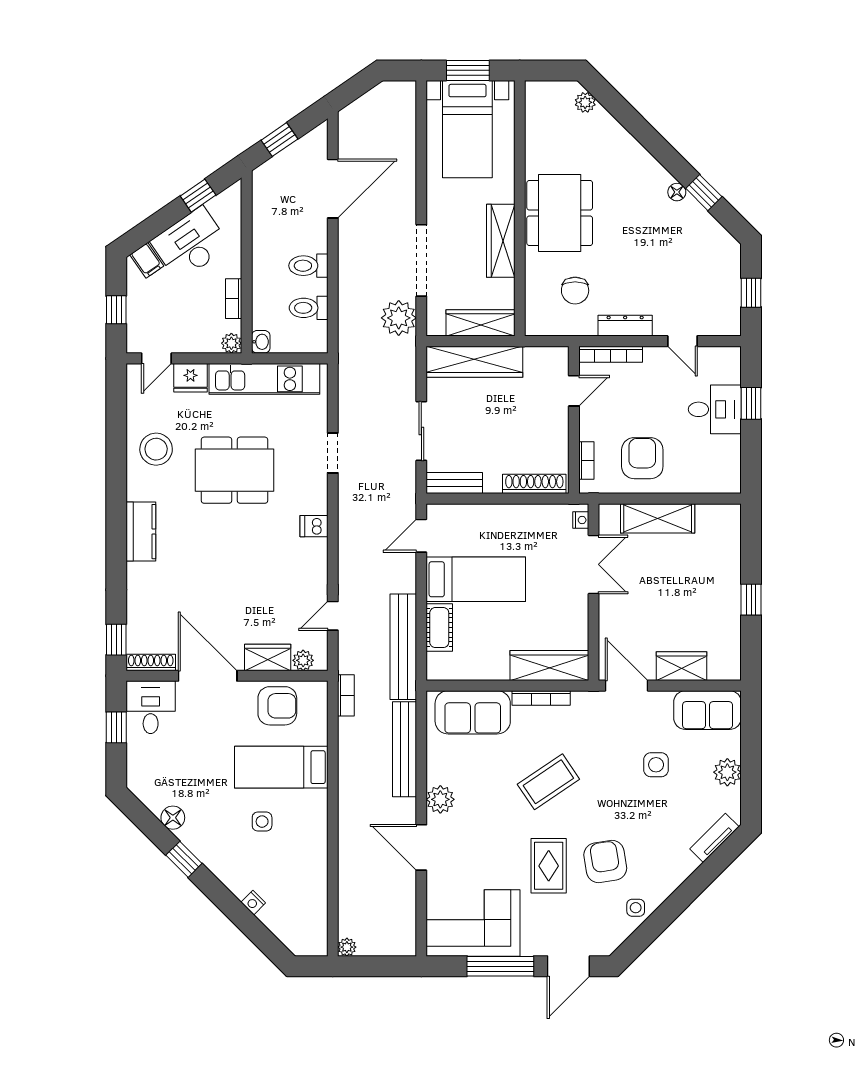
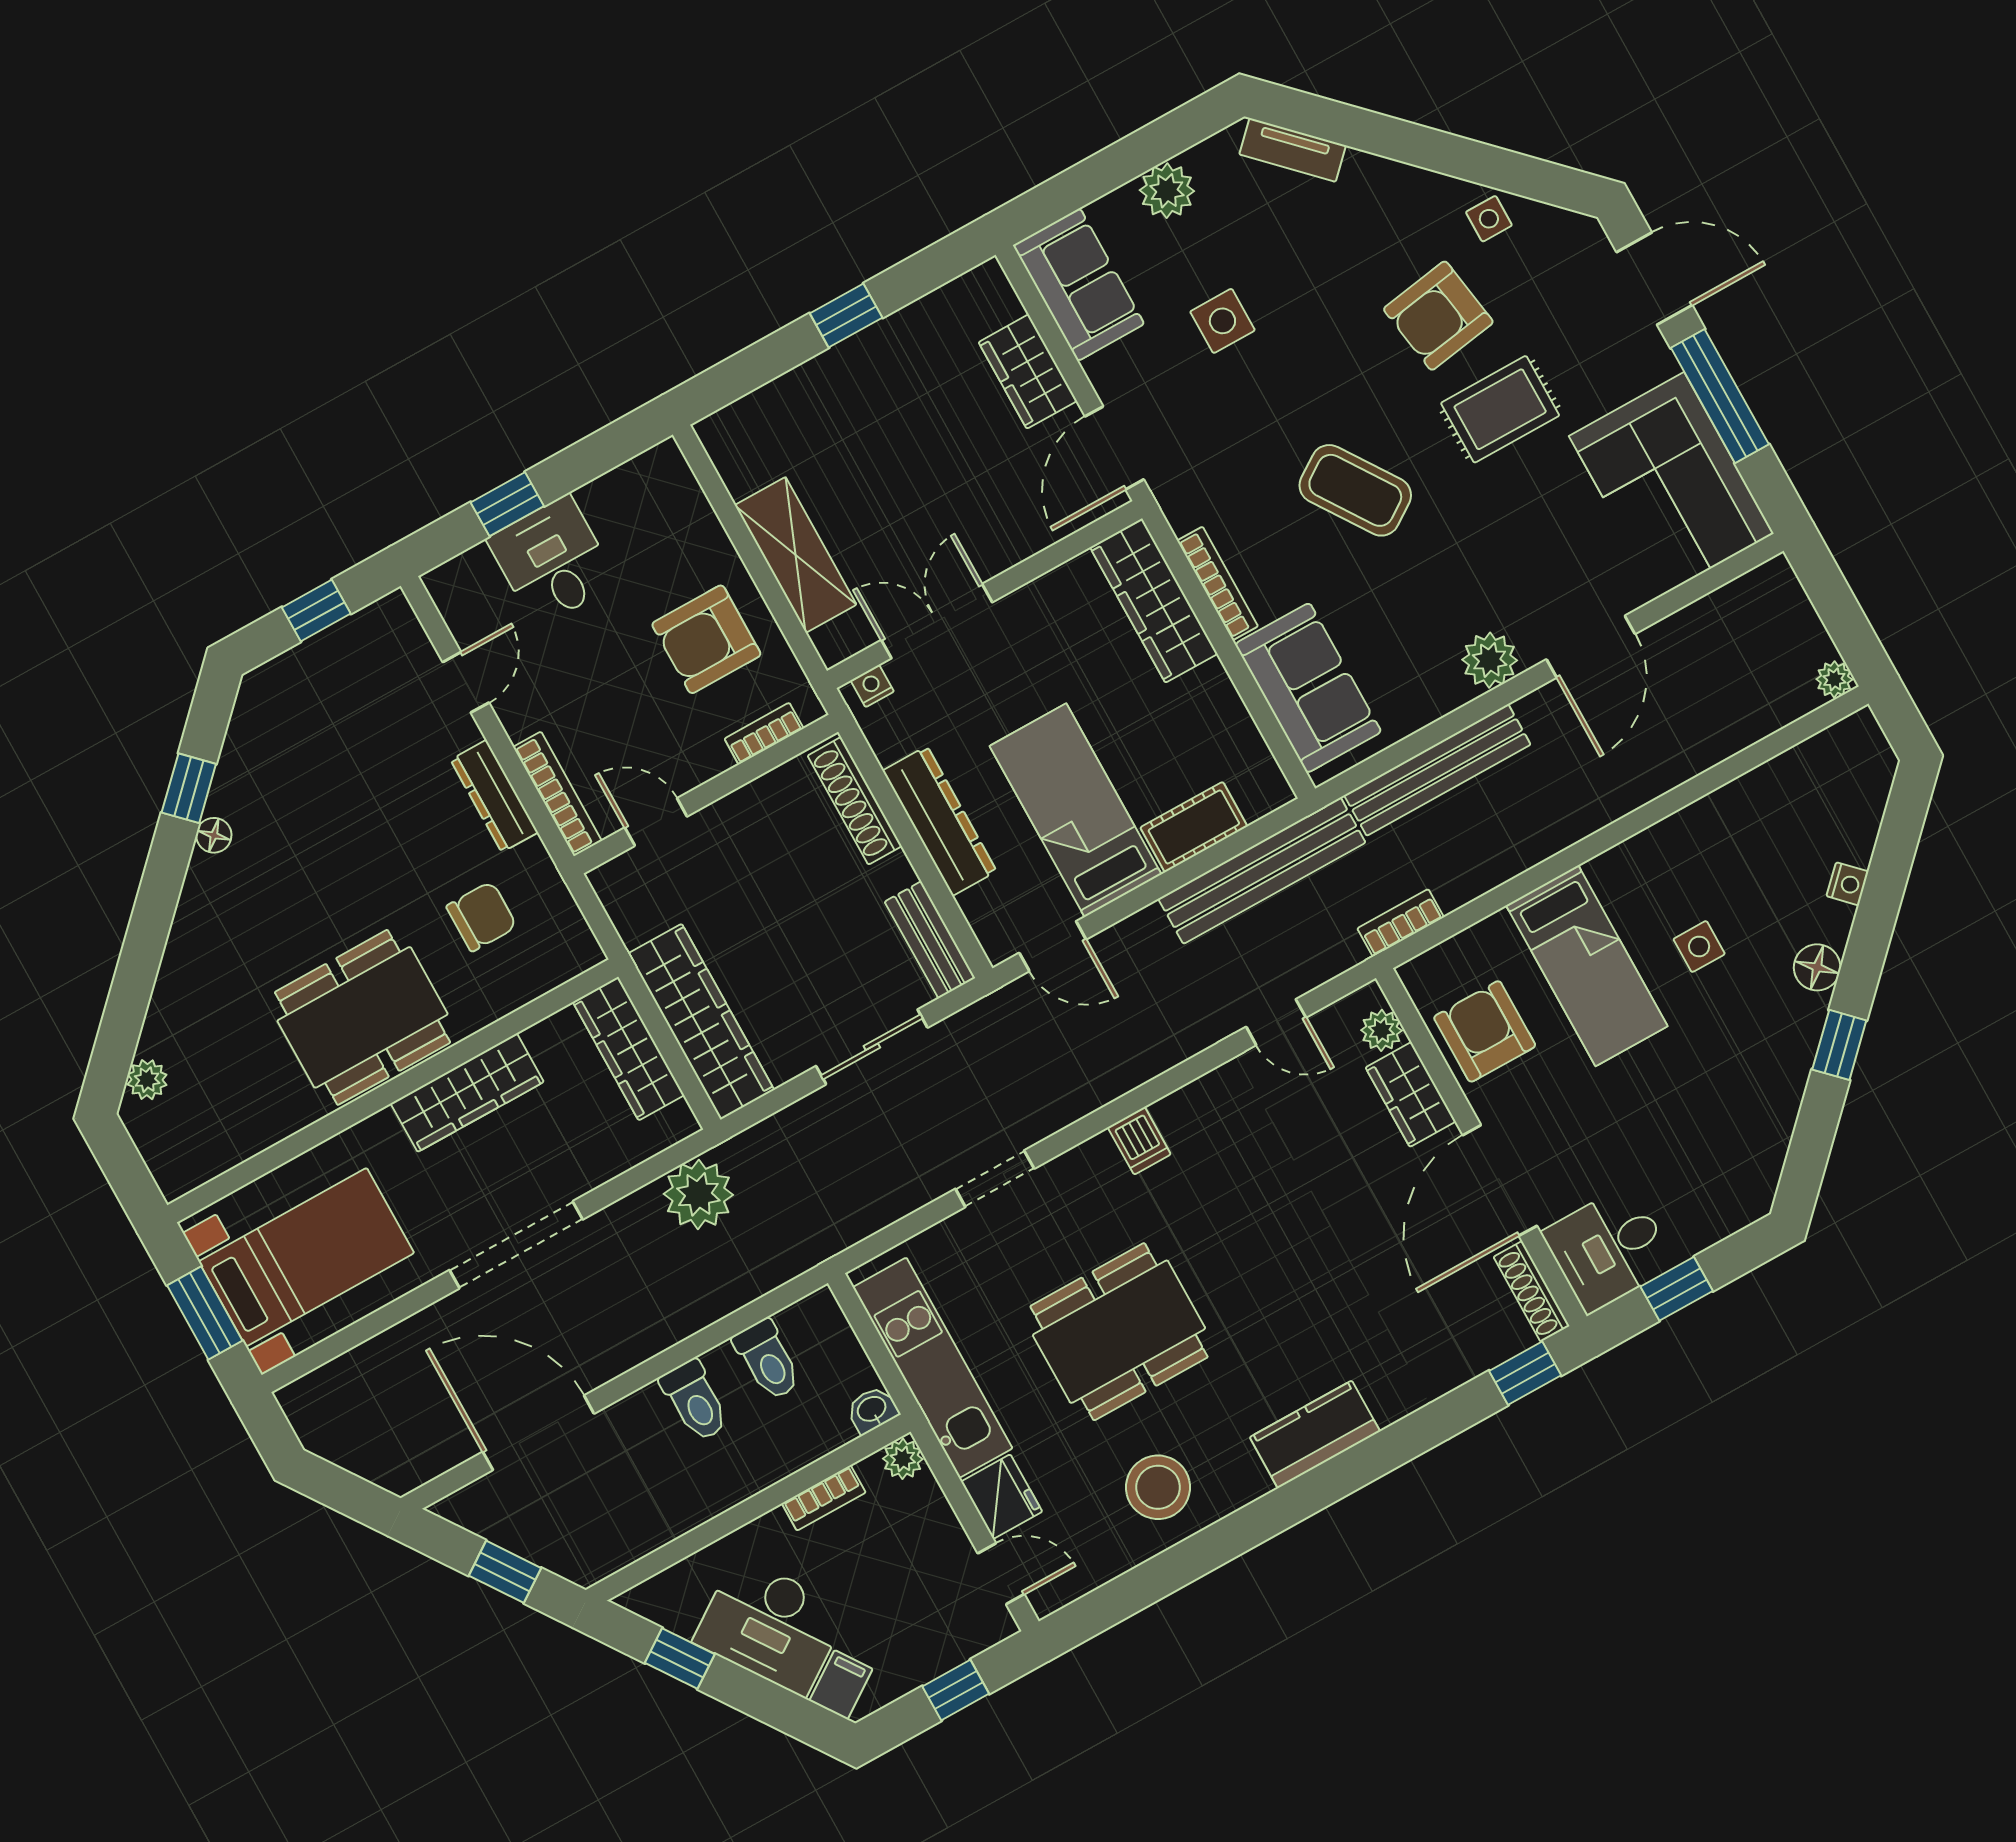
doorway: (421, 260) -> (516, 1245), moved
dining table: (235, 470) -> (1119, 1332), turned 90
dresser: (505, 517) -> (940, 821), added
floor lamp: (173, 818) -> (1817, 967), moved

